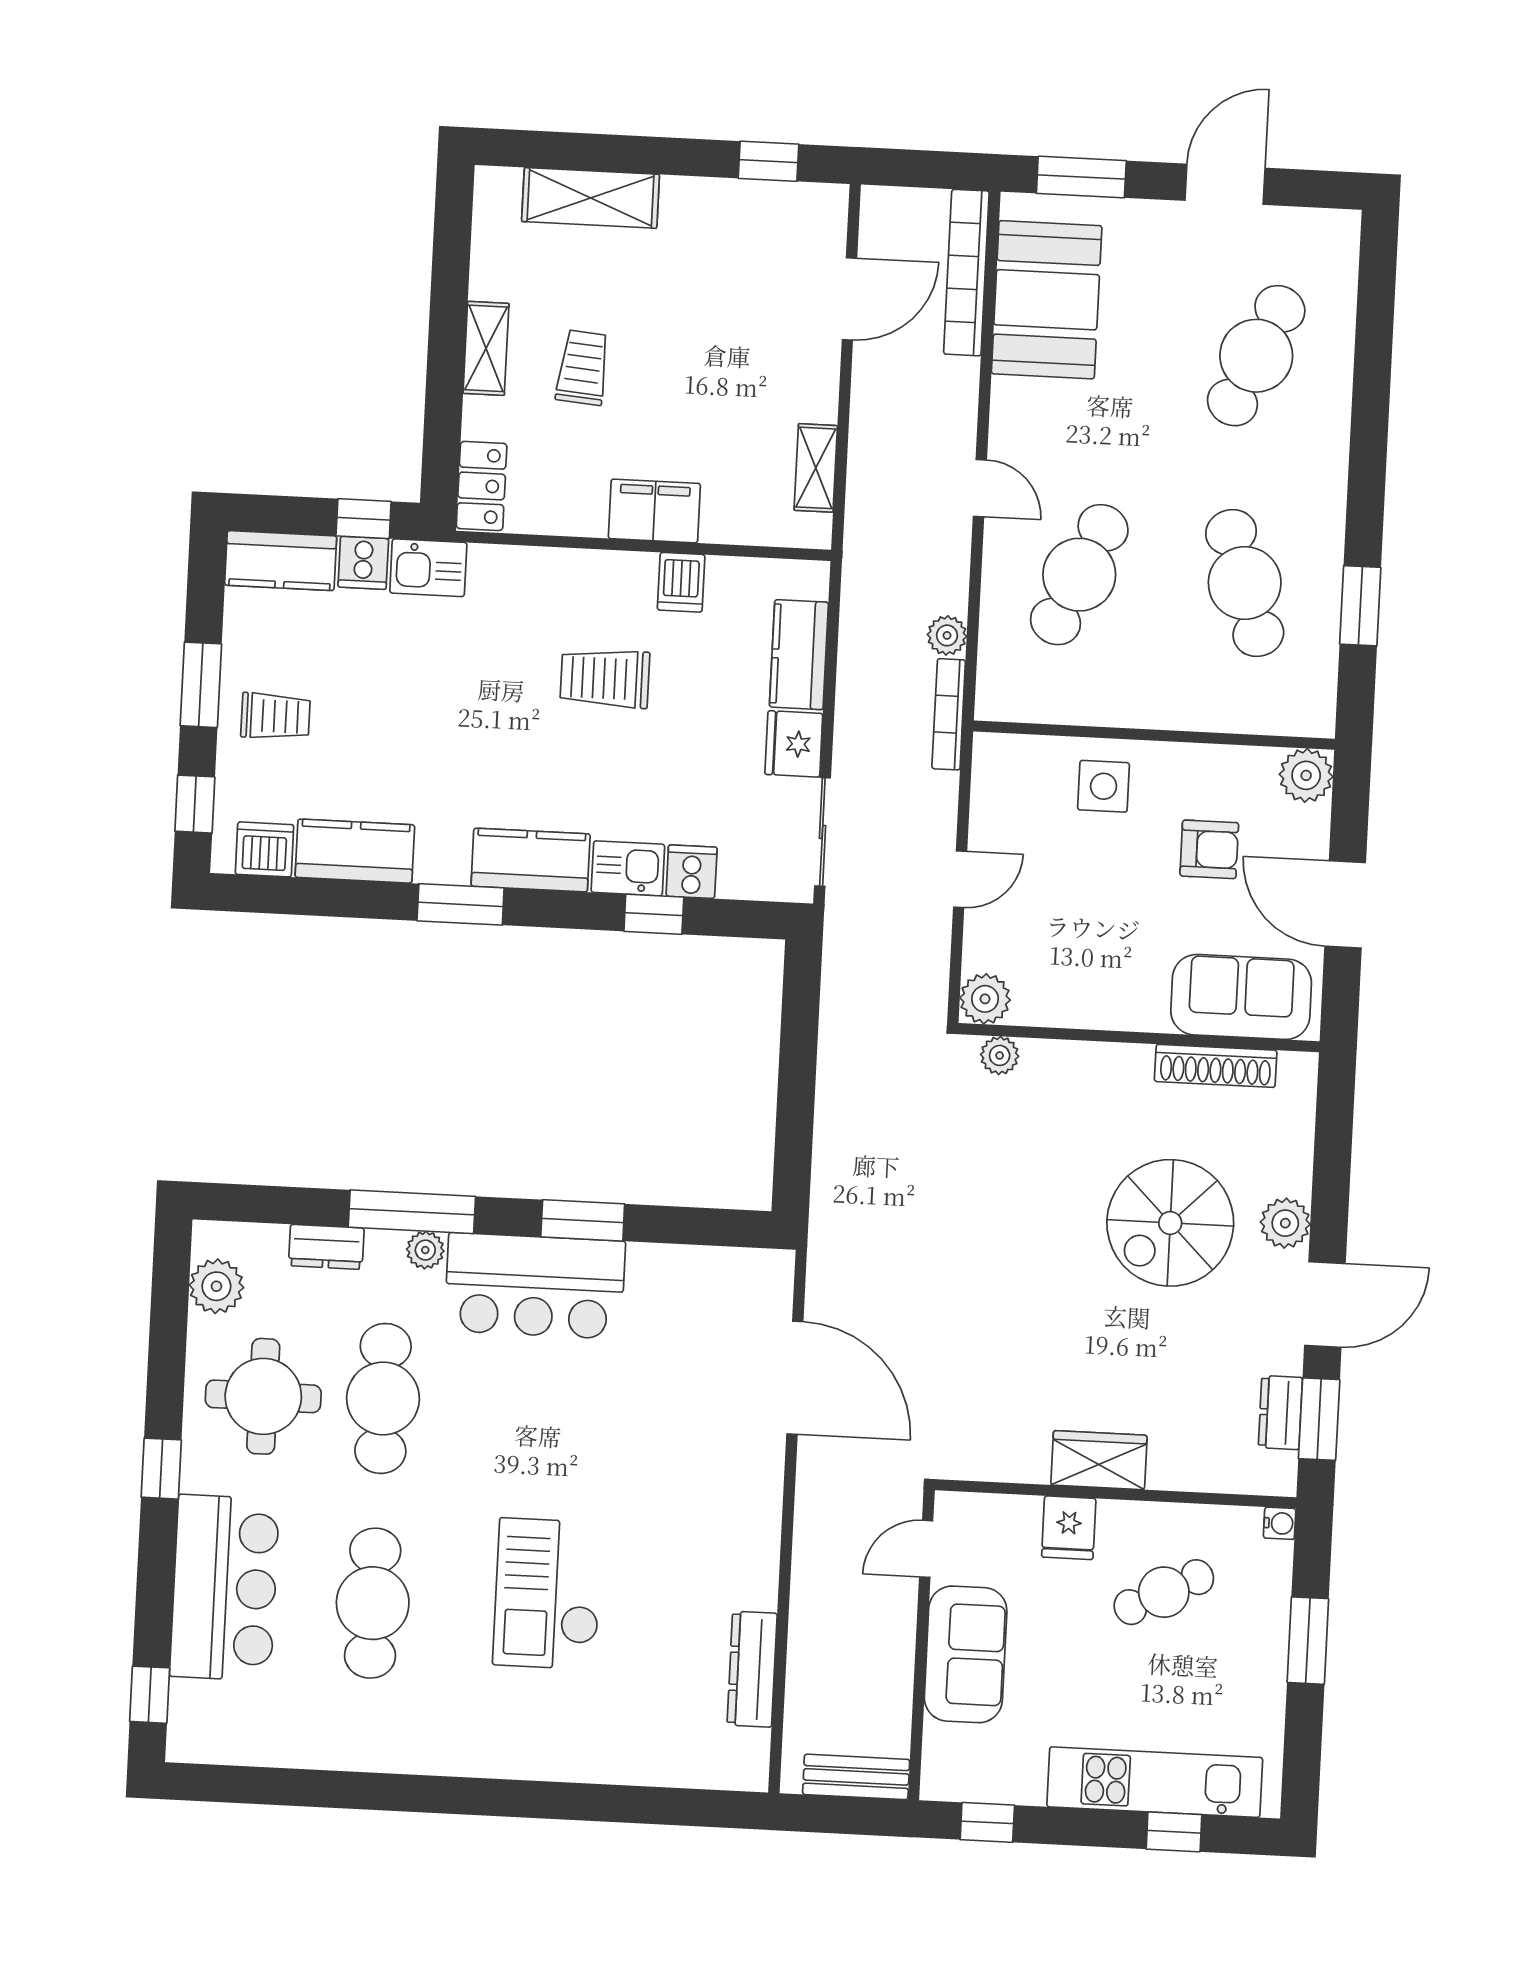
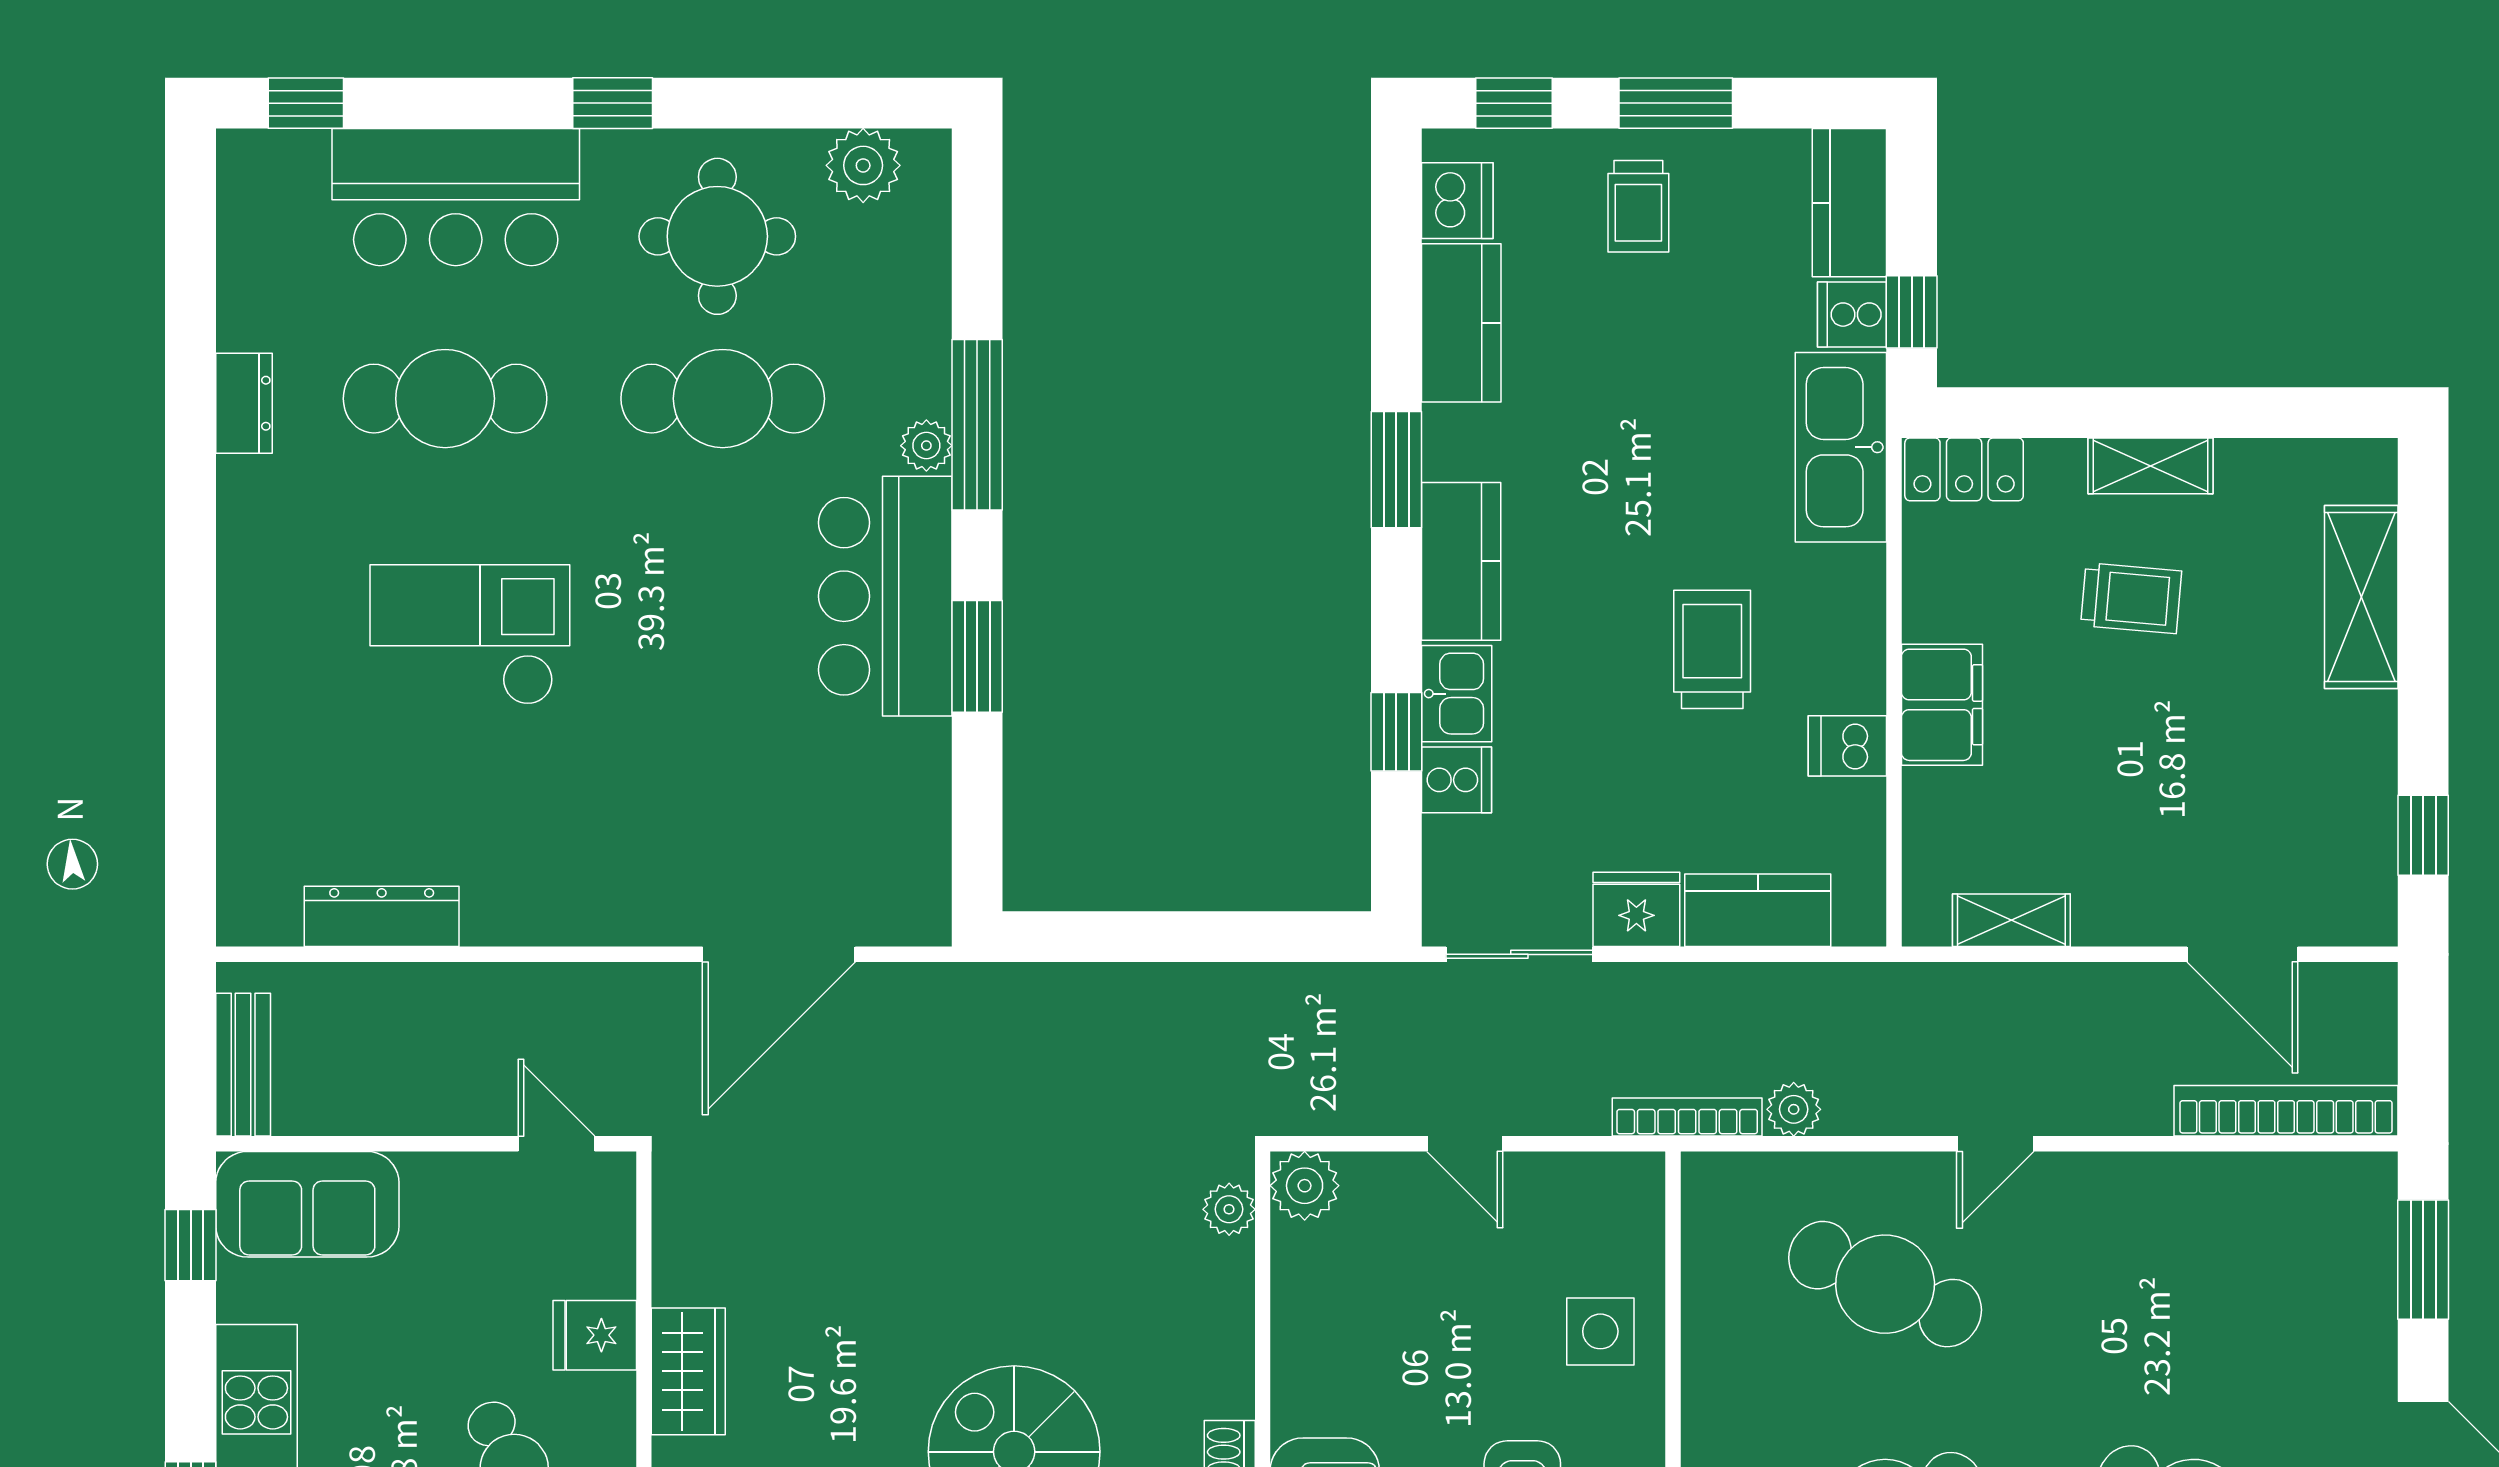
booth: (1047, 300) -> (2255, 1221), removed
kitchen sink: (428, 568) -> (1841, 447), width x1.88, depth x1.24
dresser: (326, 1247) -> (244, 403), moved, turned 180
sofa: (966, 1654) -> (307, 1204), moved

